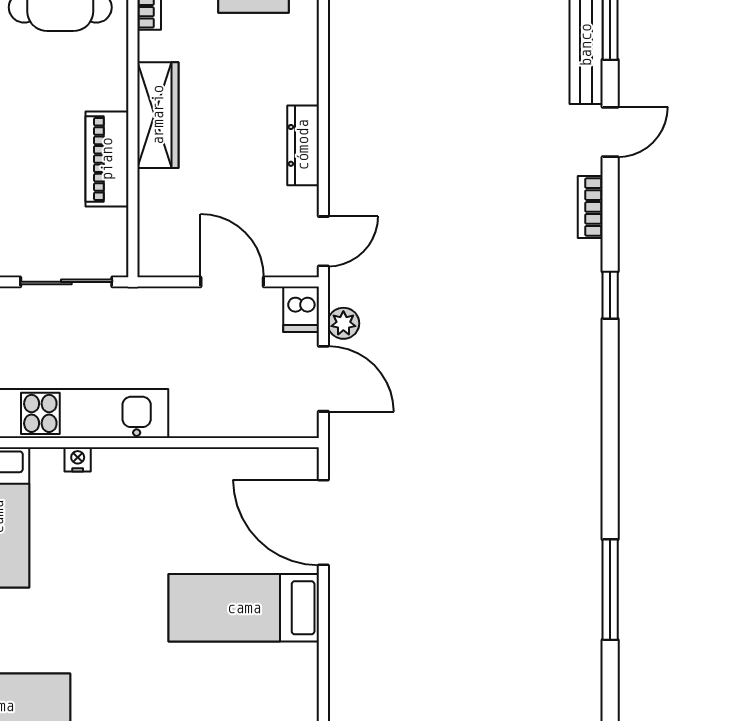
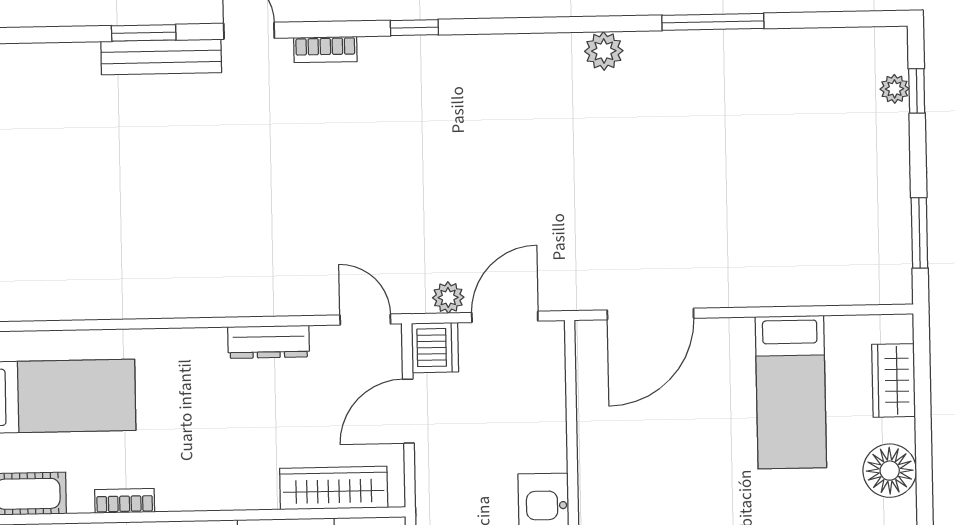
wardrobe: (158, 115) -> (334, 488), moved
dishwasher: (301, 309) -> (435, 348), width x1.38
plant: (584, 481) -> (604, 51), added
bed: (244, 608) -> (791, 392), moved

